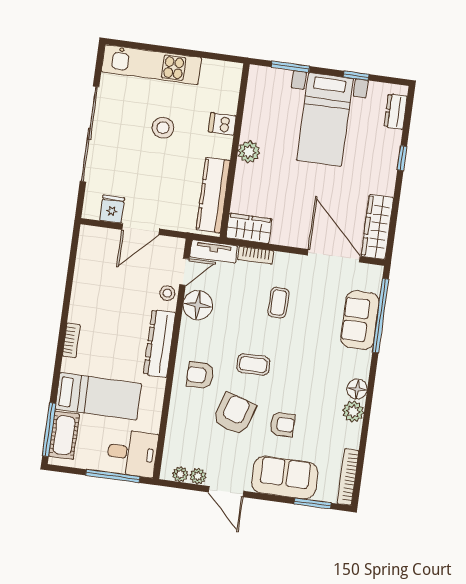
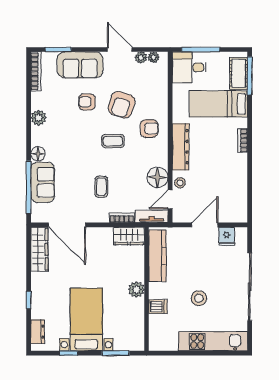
floor lamp: (357, 389) -> (38, 154), moved

